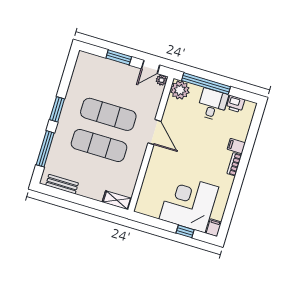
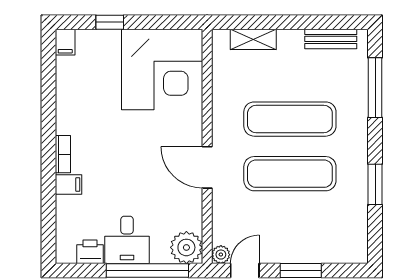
window: (57, 109) -> (375, 184), moved
shelving: (117, 200) -> (253, 39), moved
corner desk: (189, 203) -> (162, 70), moved

